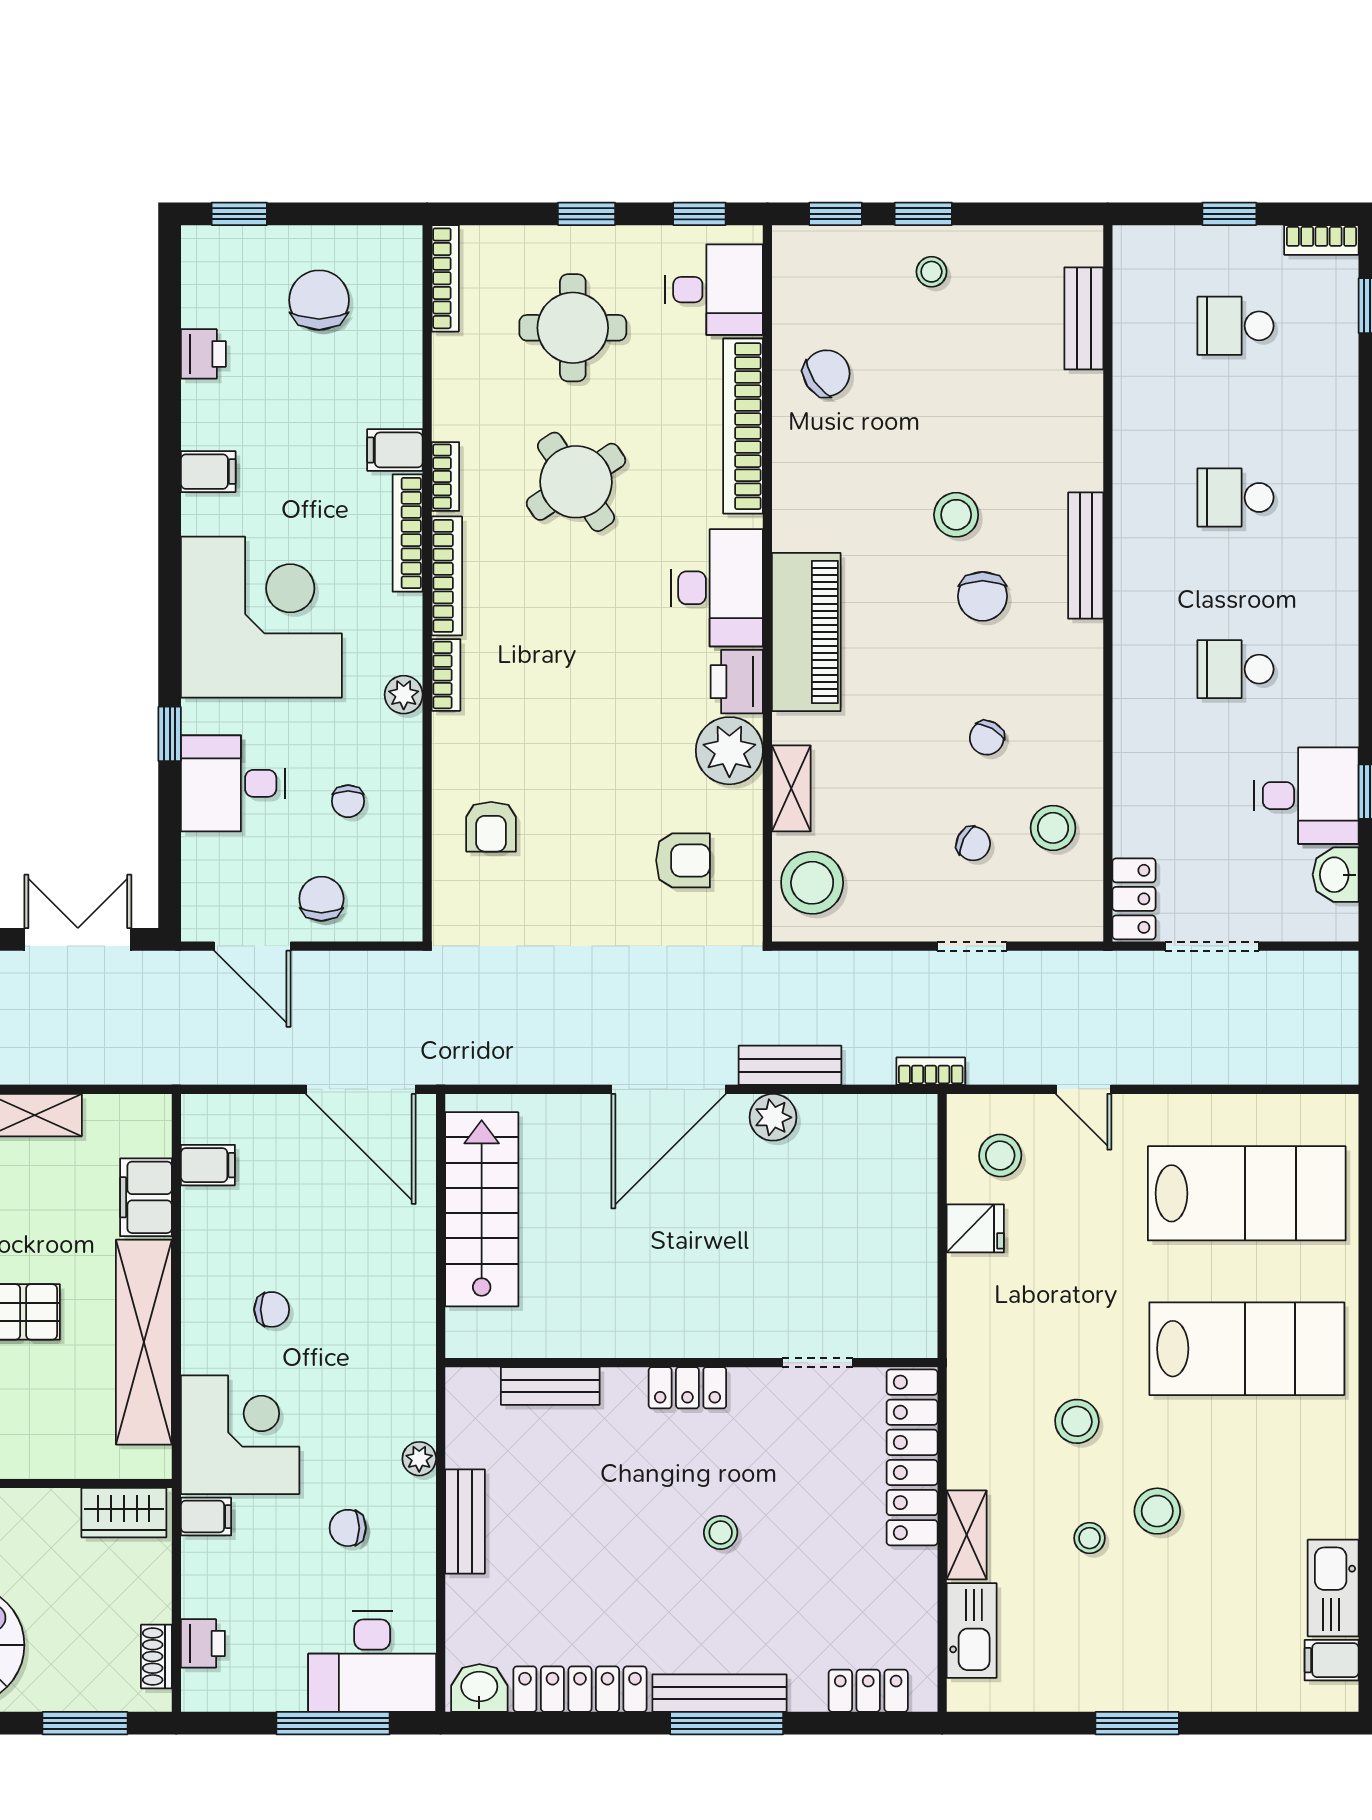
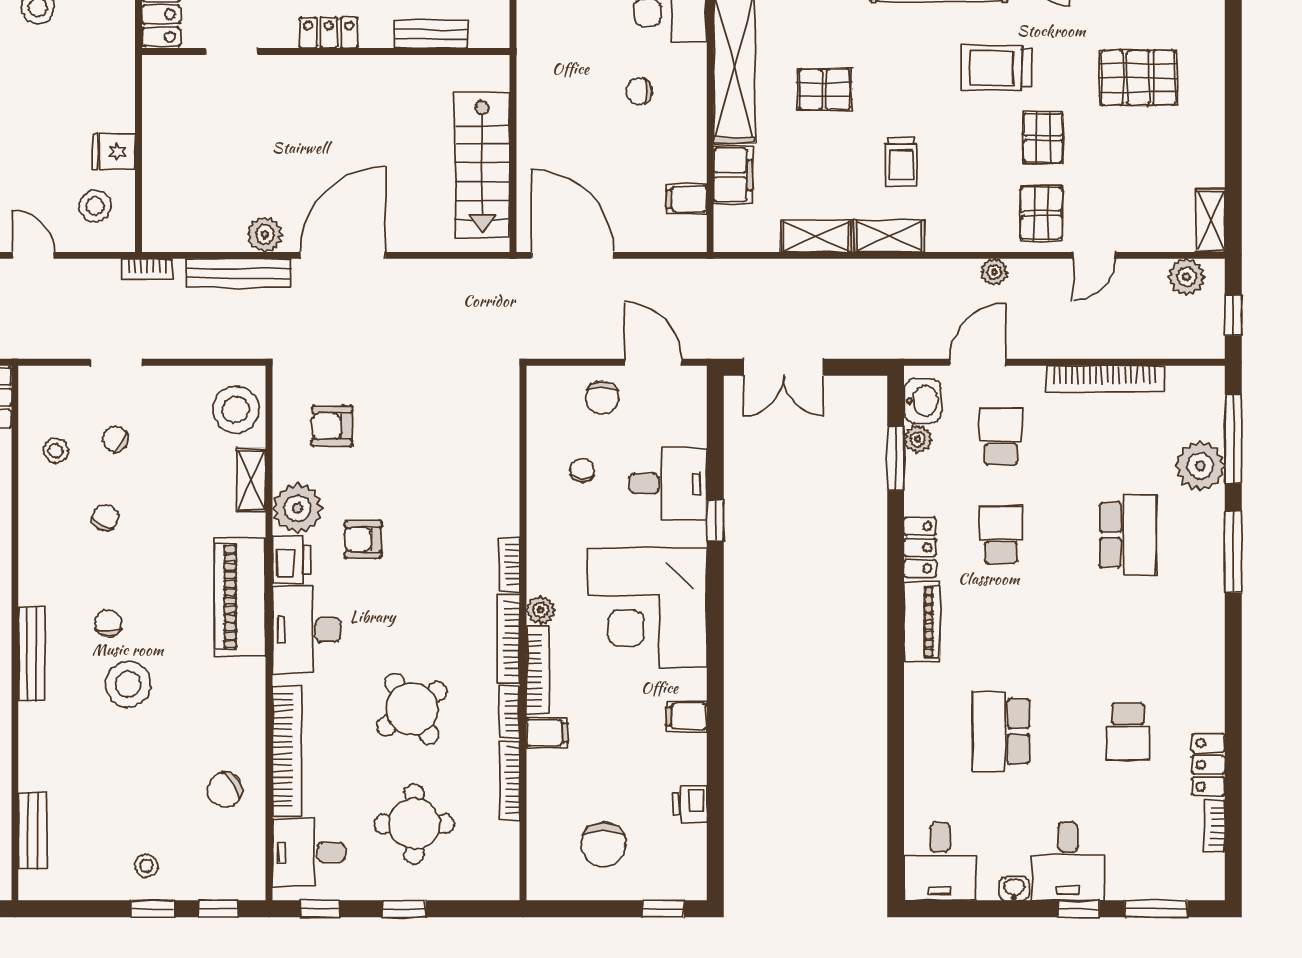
bookcase: (445, 278) -> (509, 781), moved
stool: (956, 515) -> (128, 684), width x1.38, depth x1.38
chair: (983, 596) -> (108, 623), width x0.73, depth x0.73
plant: (404, 695) -> (540, 610), moved
armchair: (491, 827) -> (363, 539), moved, turned -90
stool: (1053, 828) -> (56, 450), width x0.73, depth x0.73
bench: (790, 1065) -> (238, 273), width x1.36

